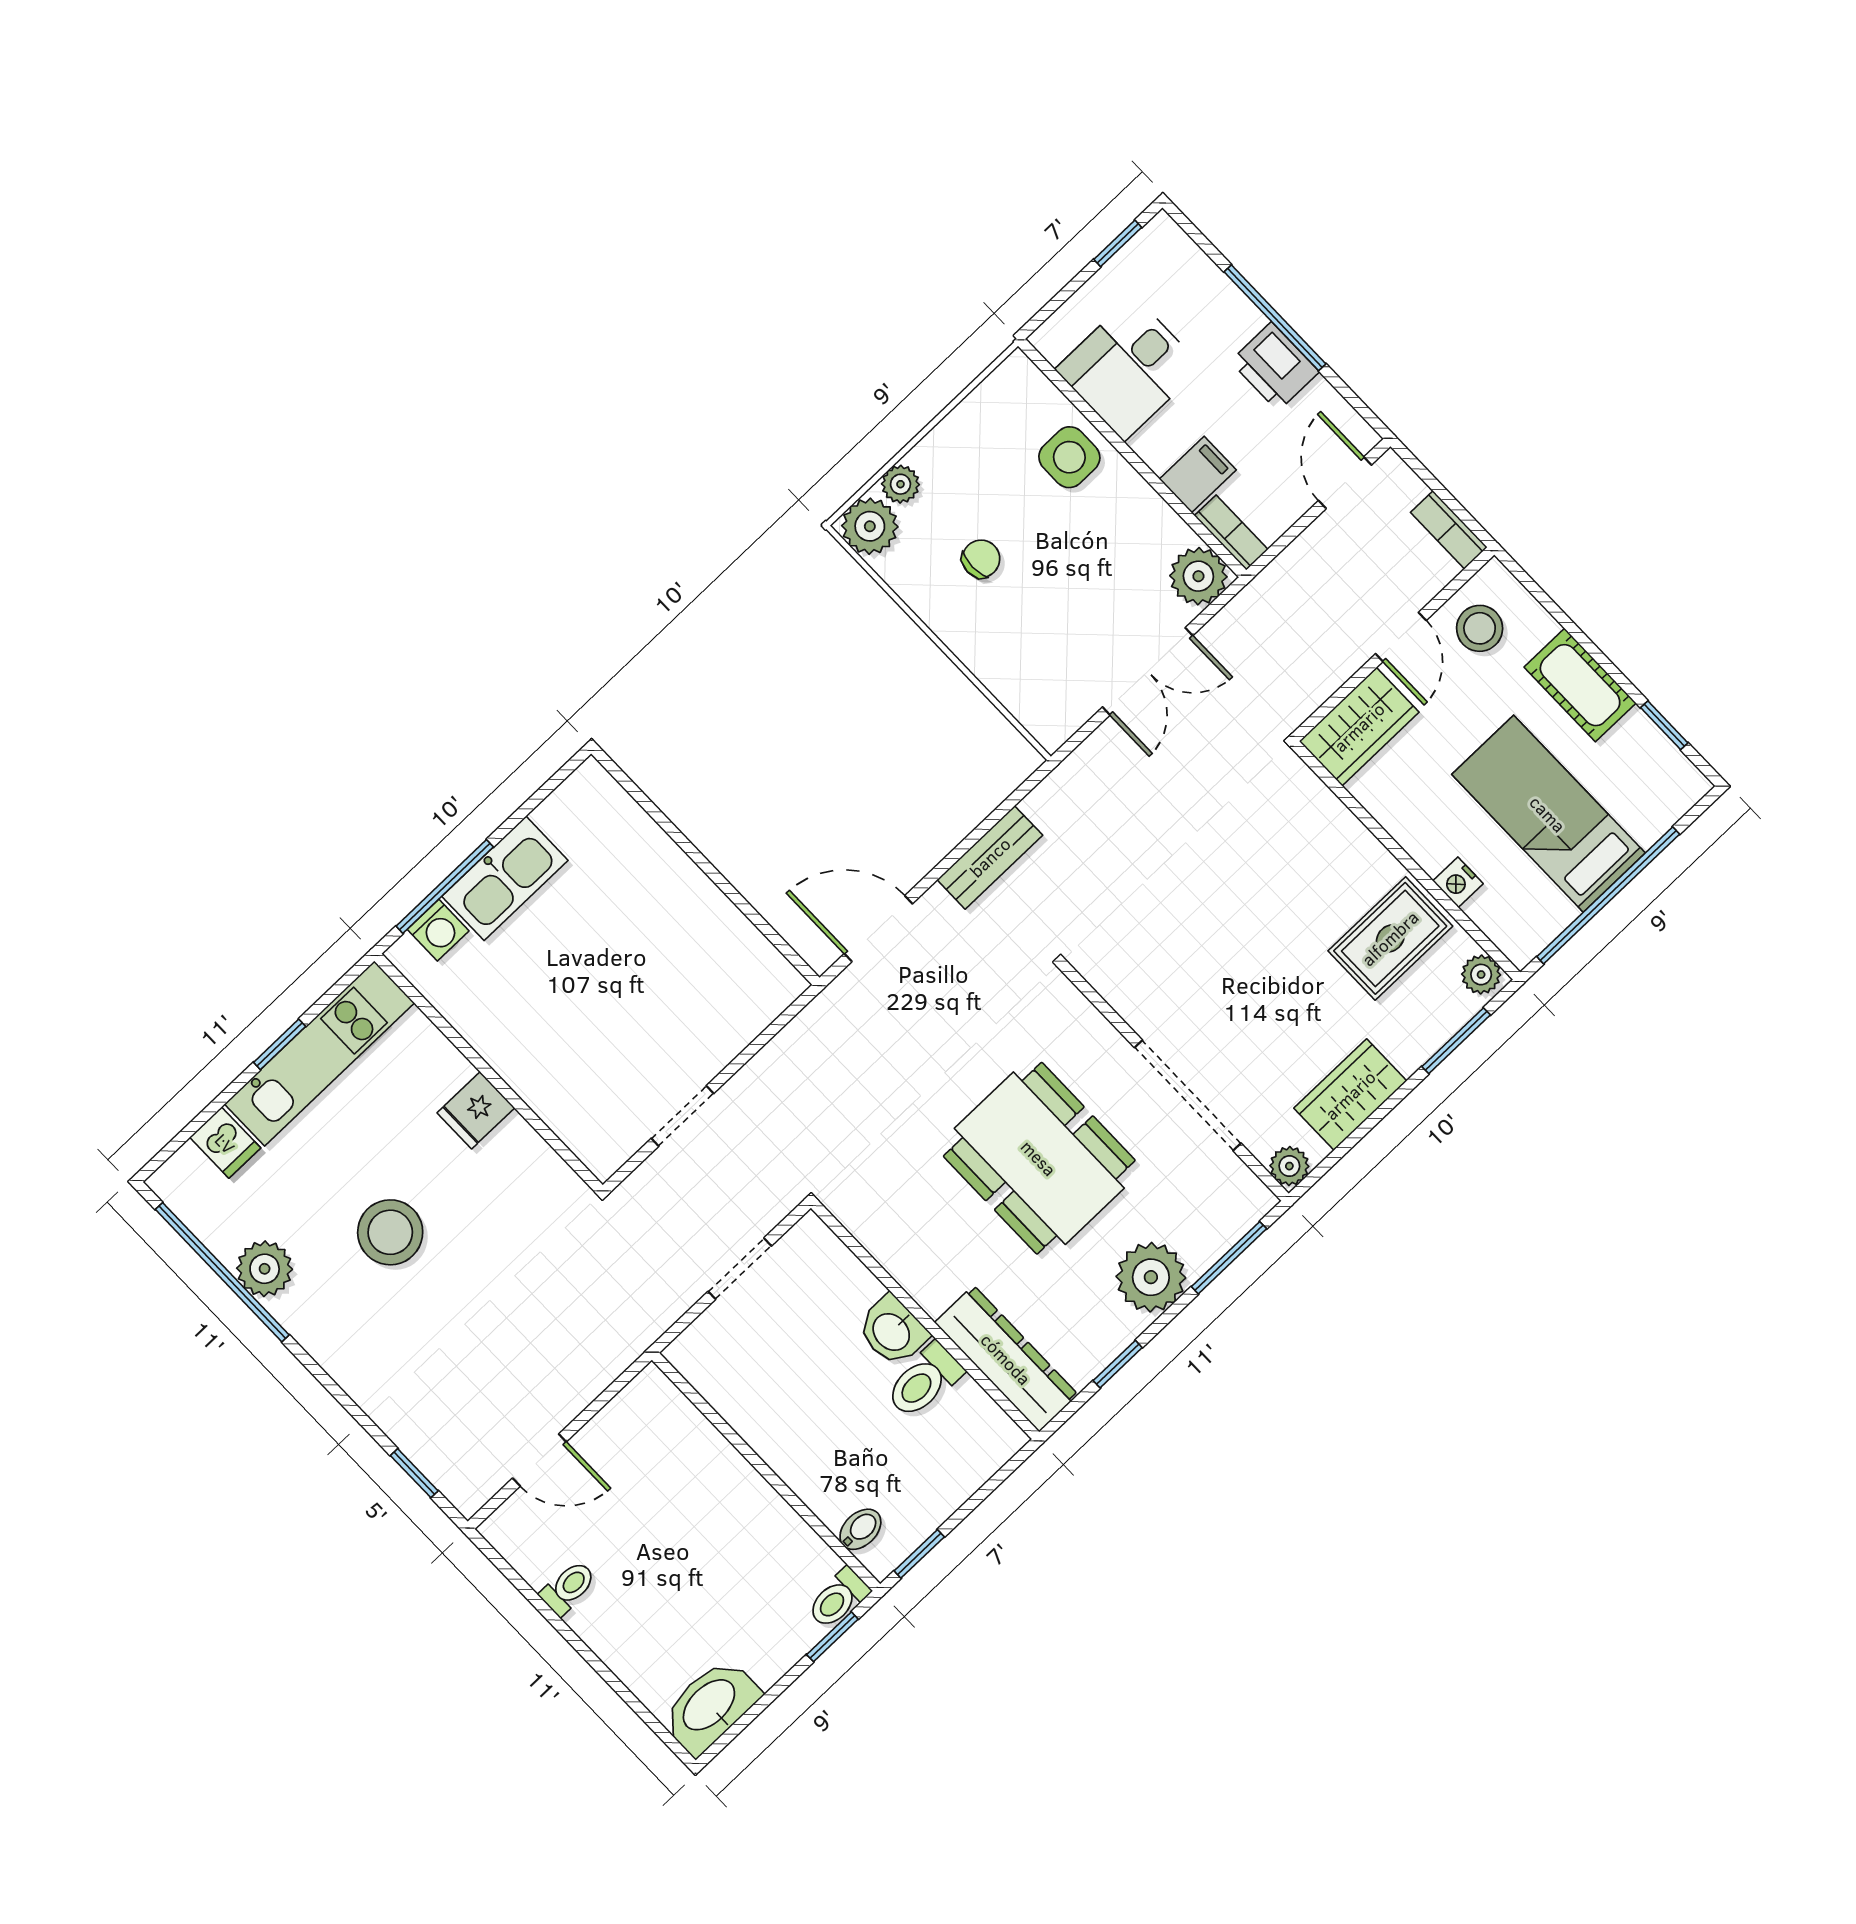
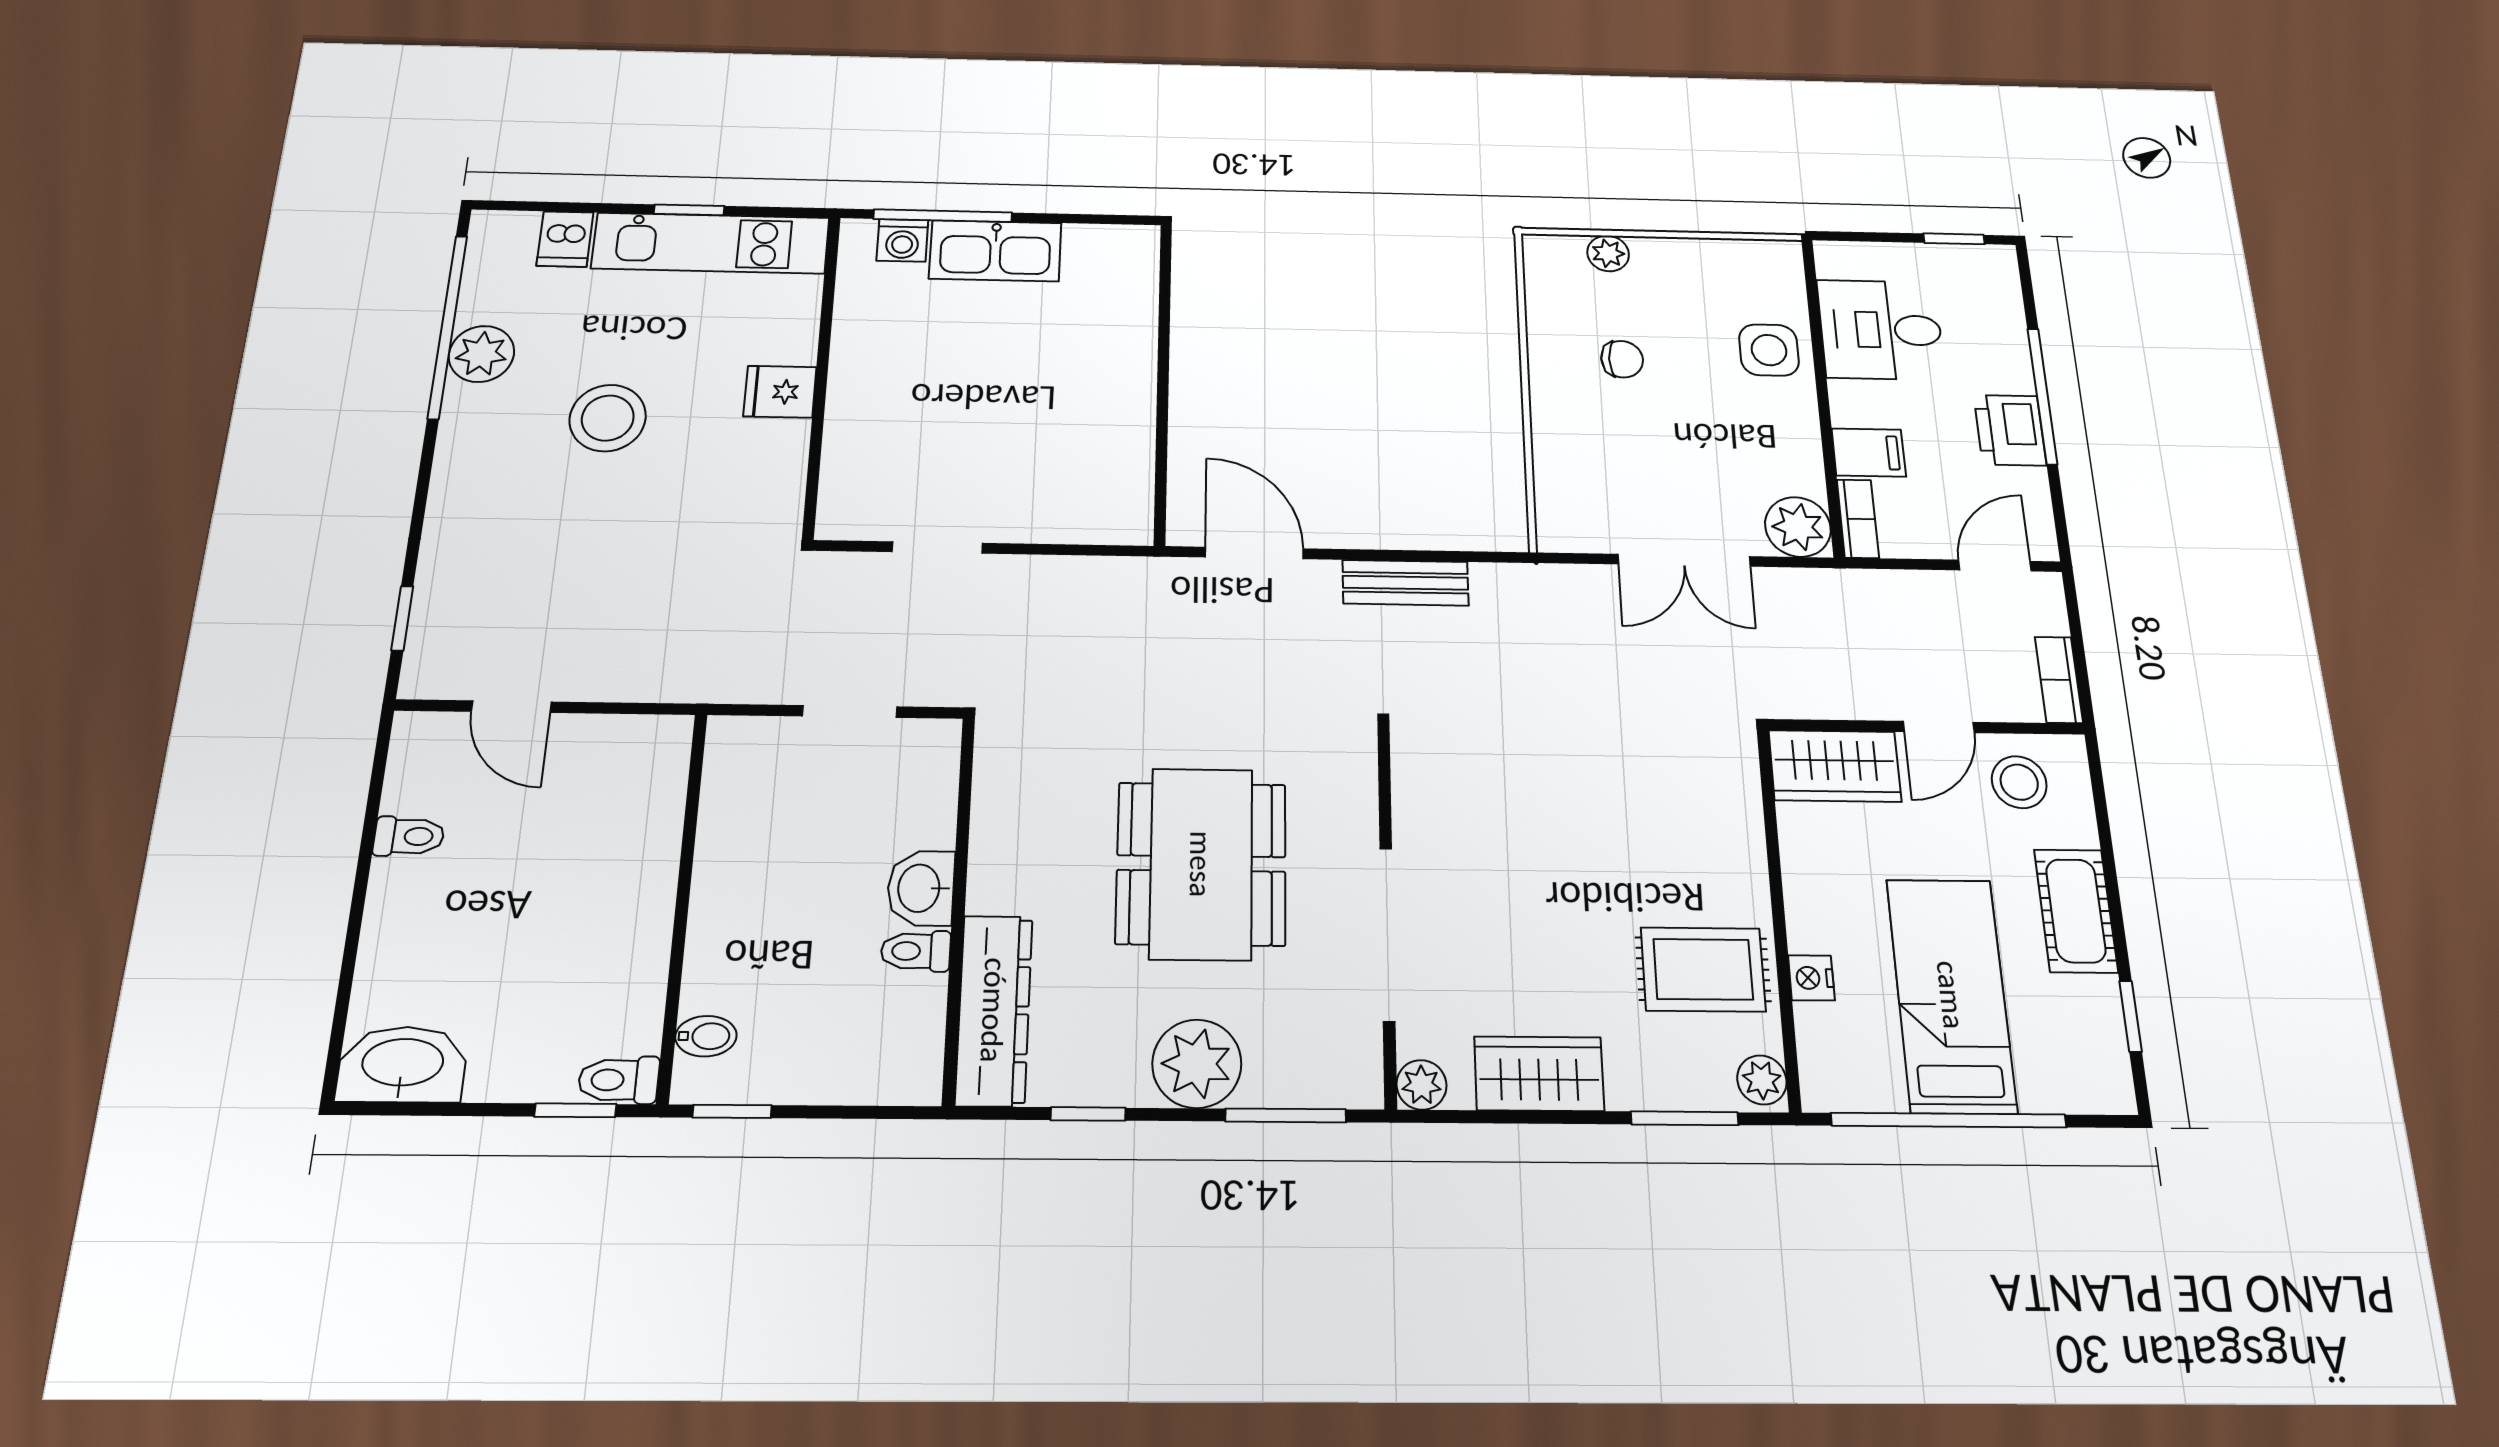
plant: (870, 526) -> (1553, 261), removed
toilet: (924, 1381) -> (916, 951), width x0.73, depth x0.72

